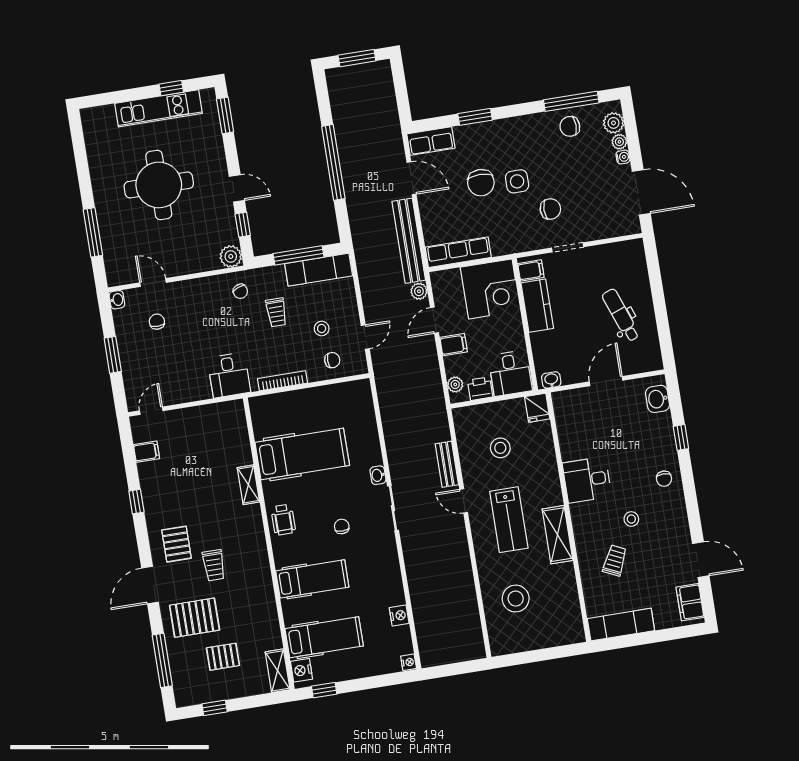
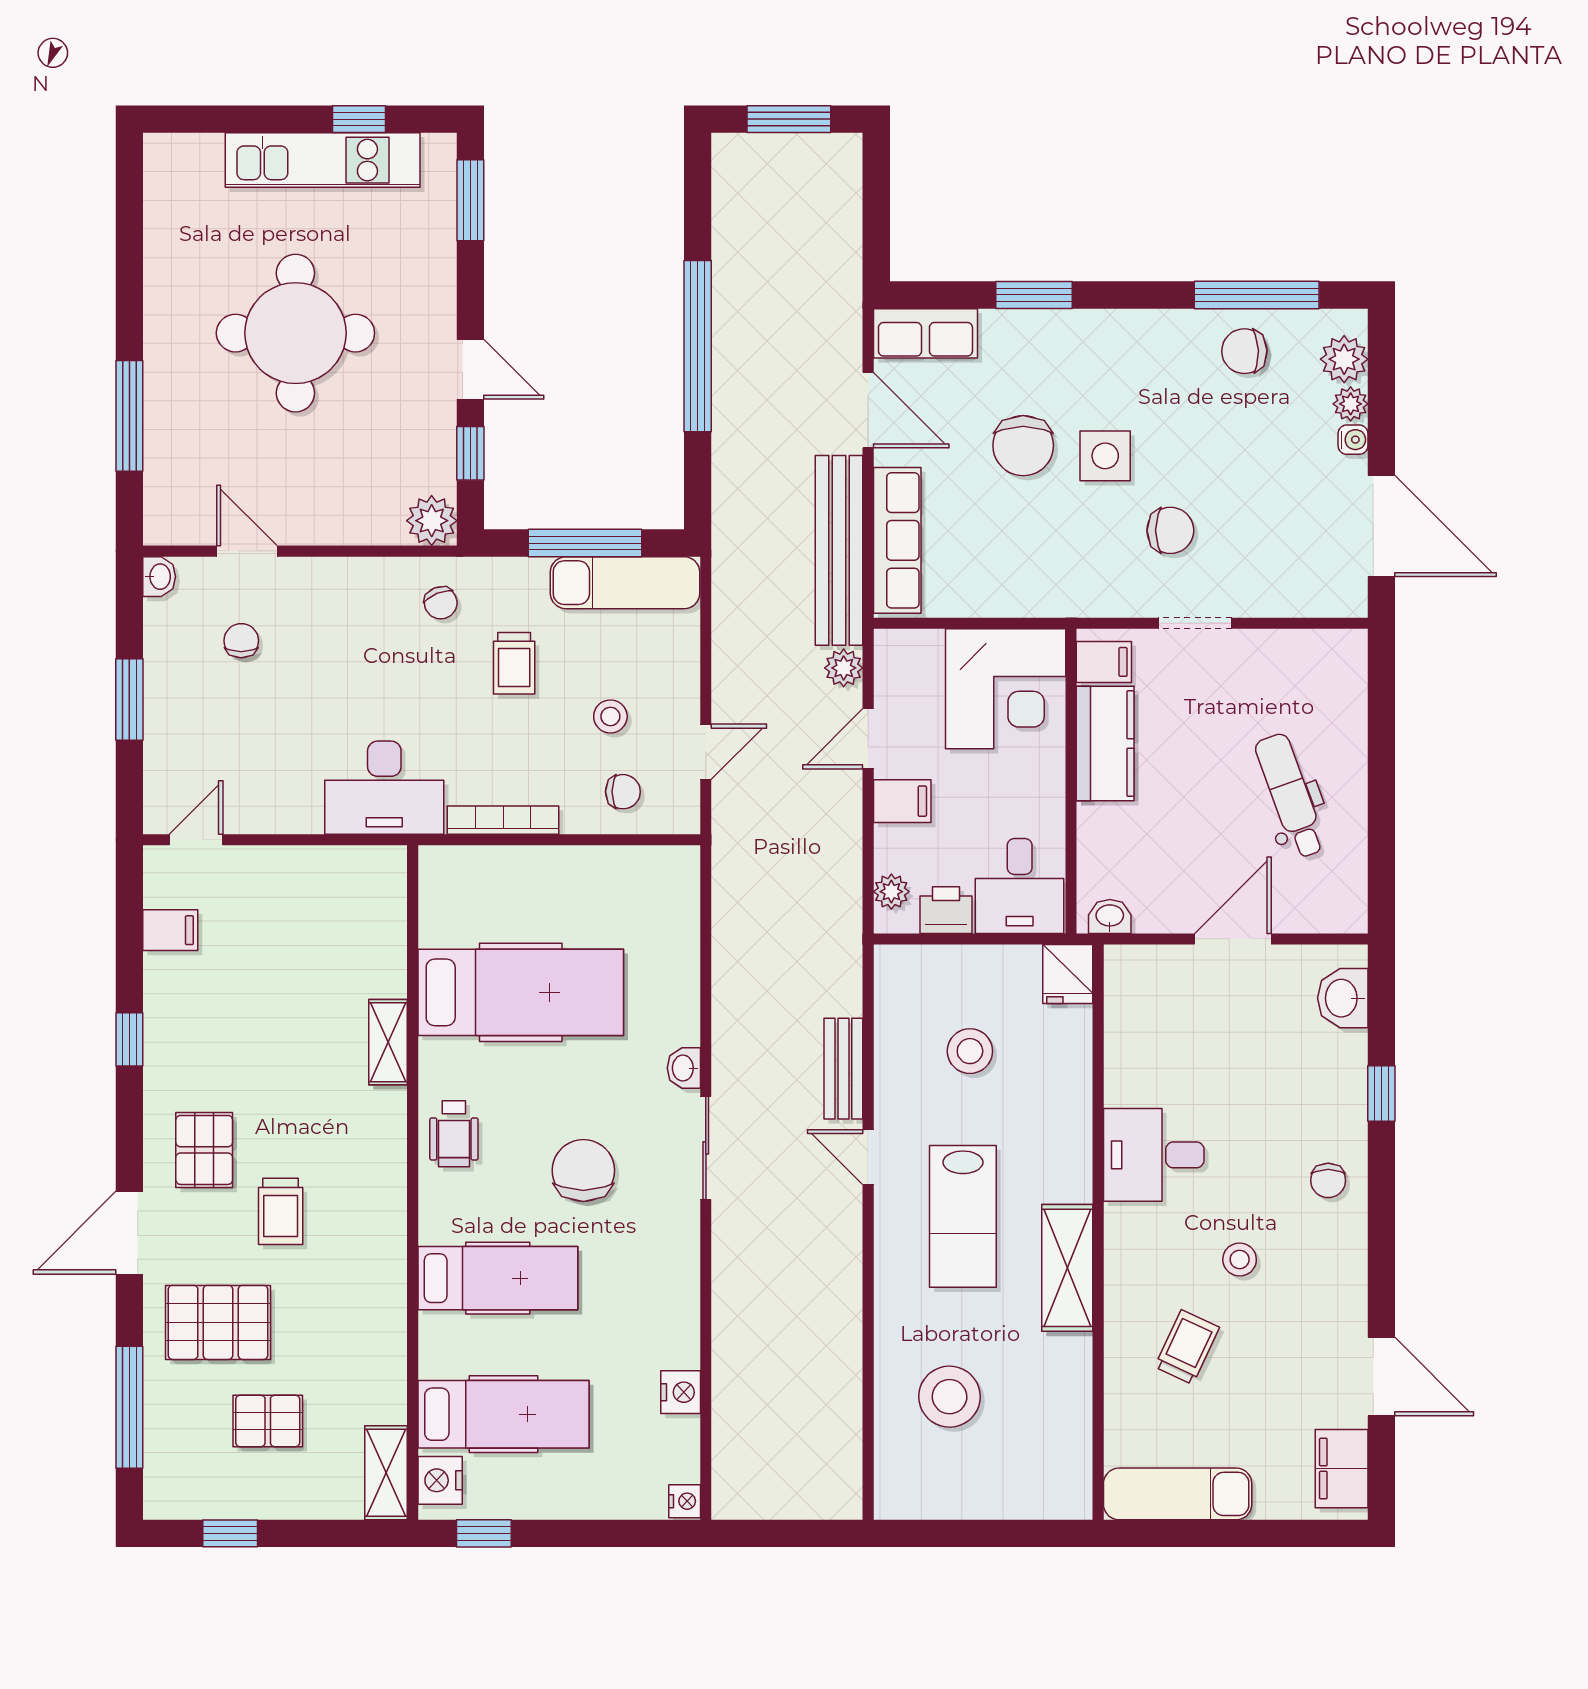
row of seats: (458, 252) -> (897, 540), moved, turned 90
desk: (229, 375) -> (384, 788), width x1.37
chair: (342, 526) -> (583, 1170), width x1.87, depth x1.87

